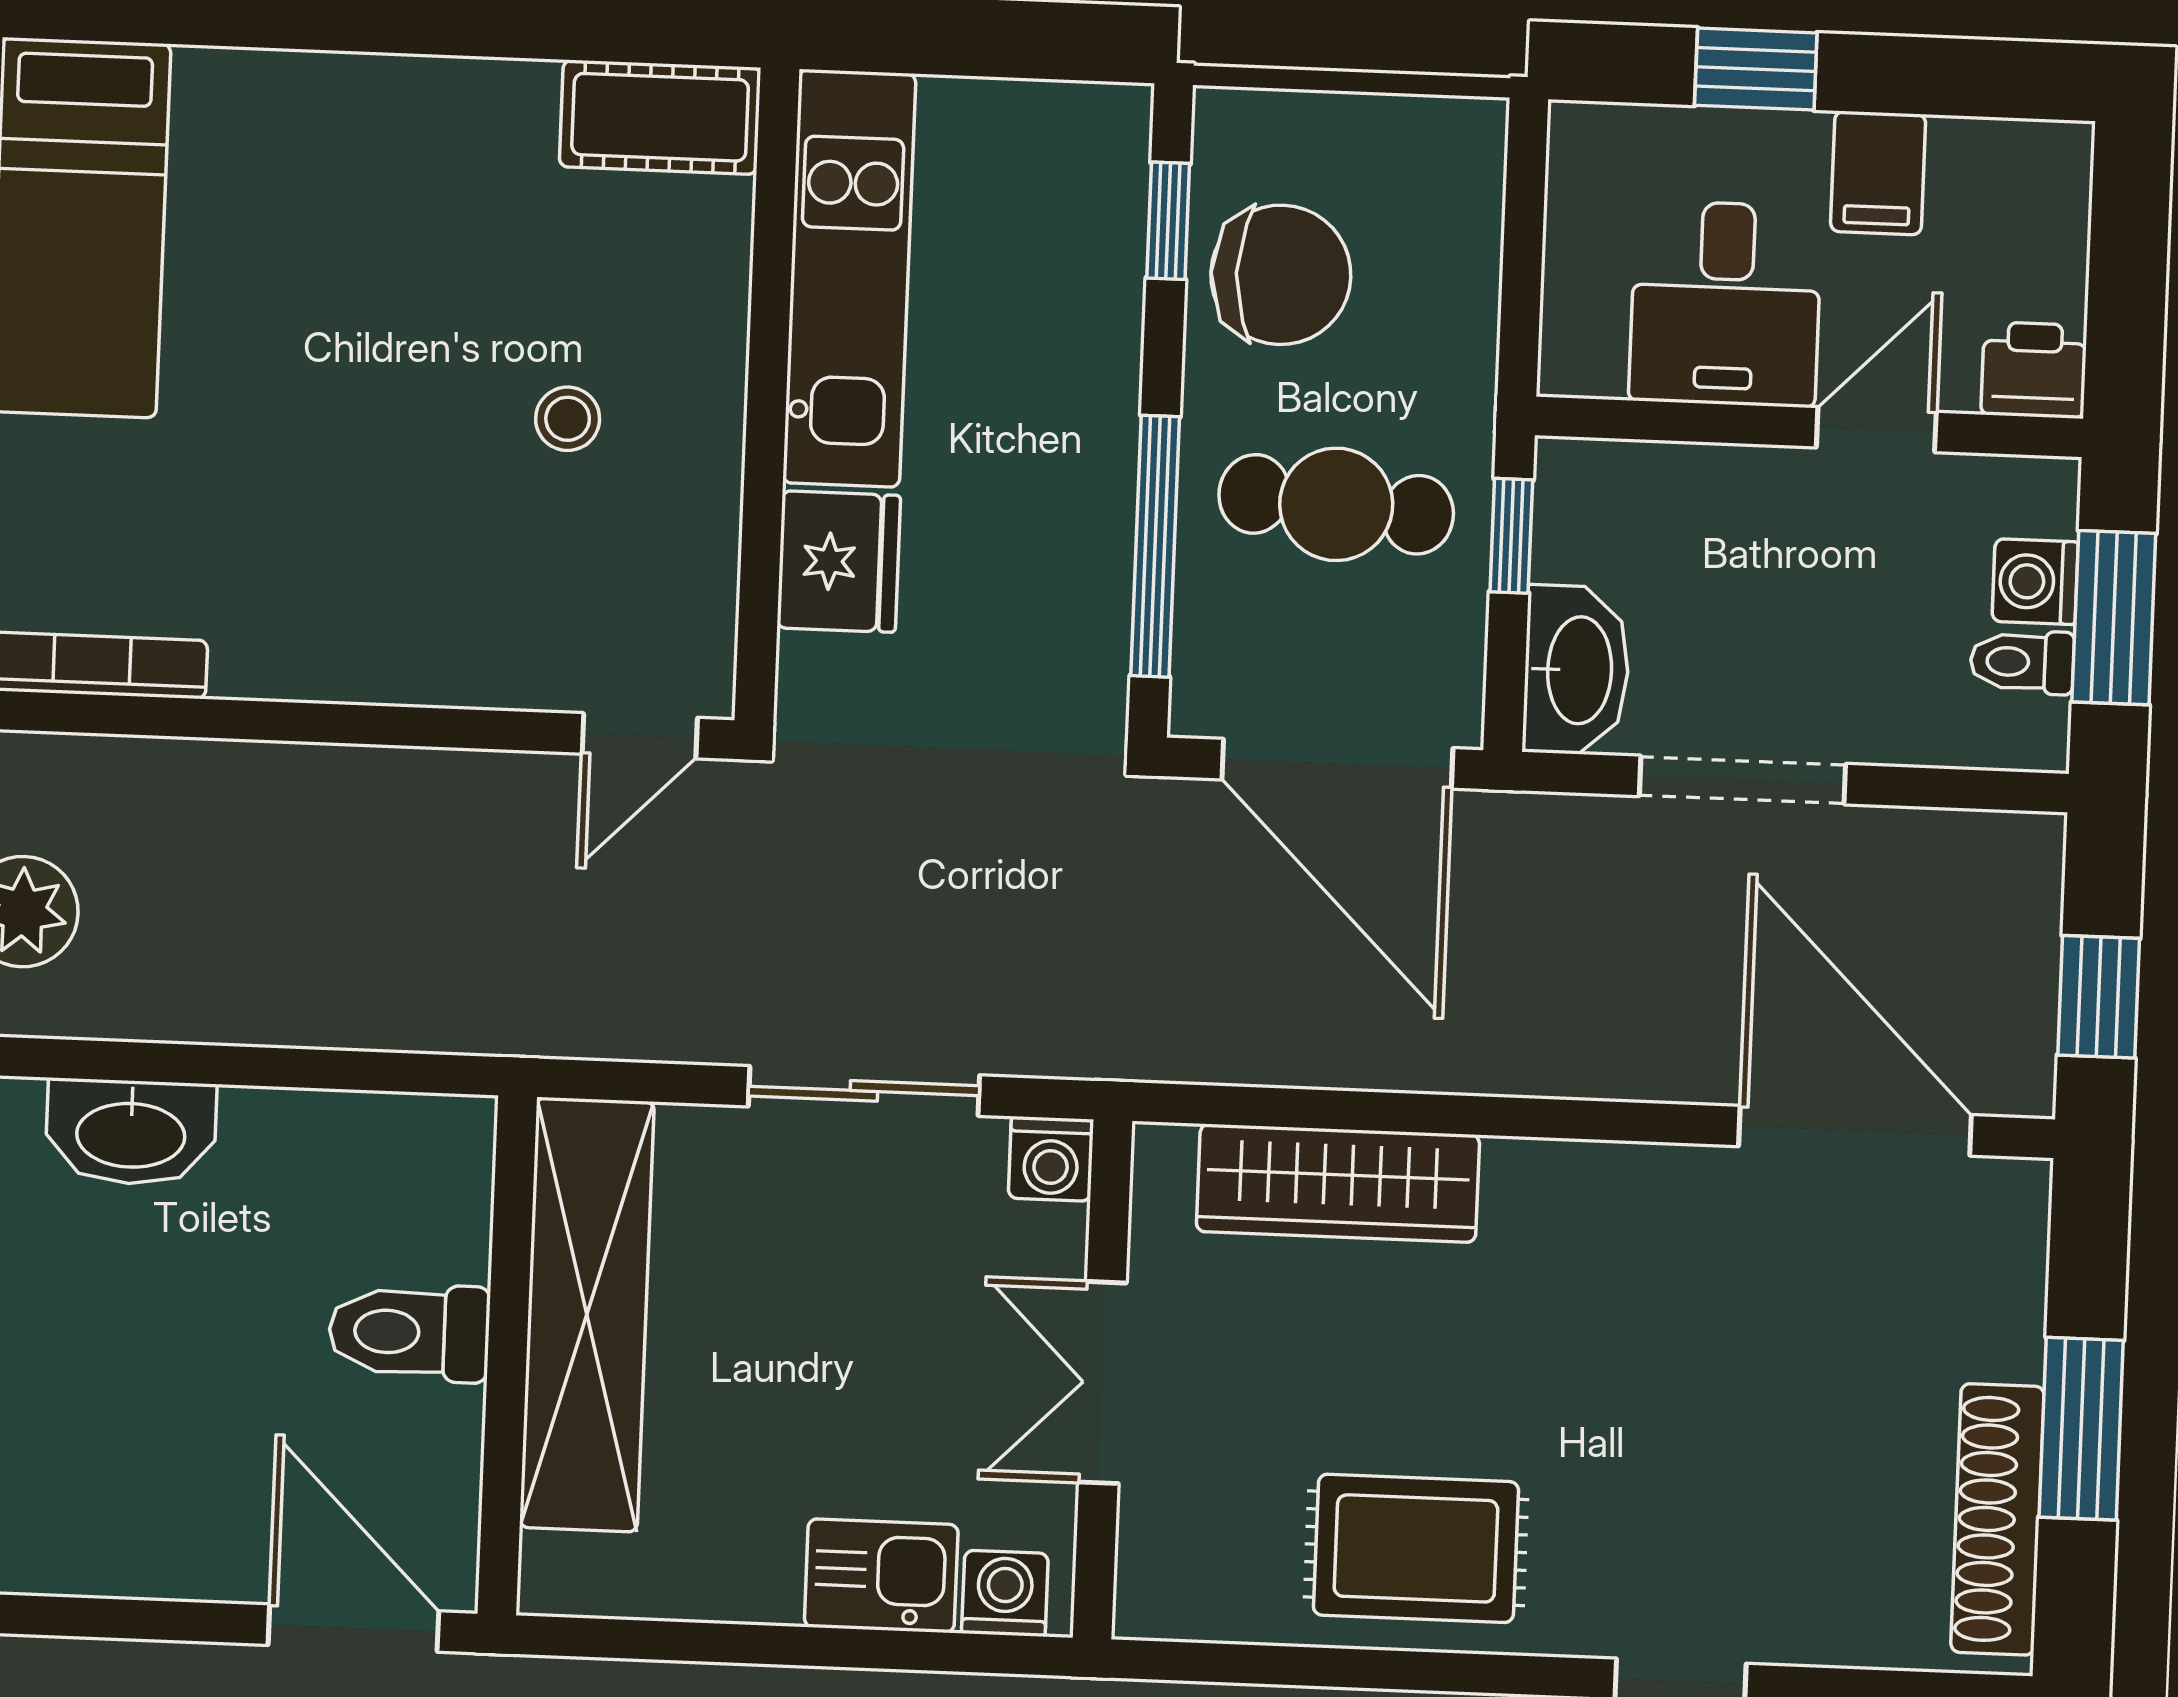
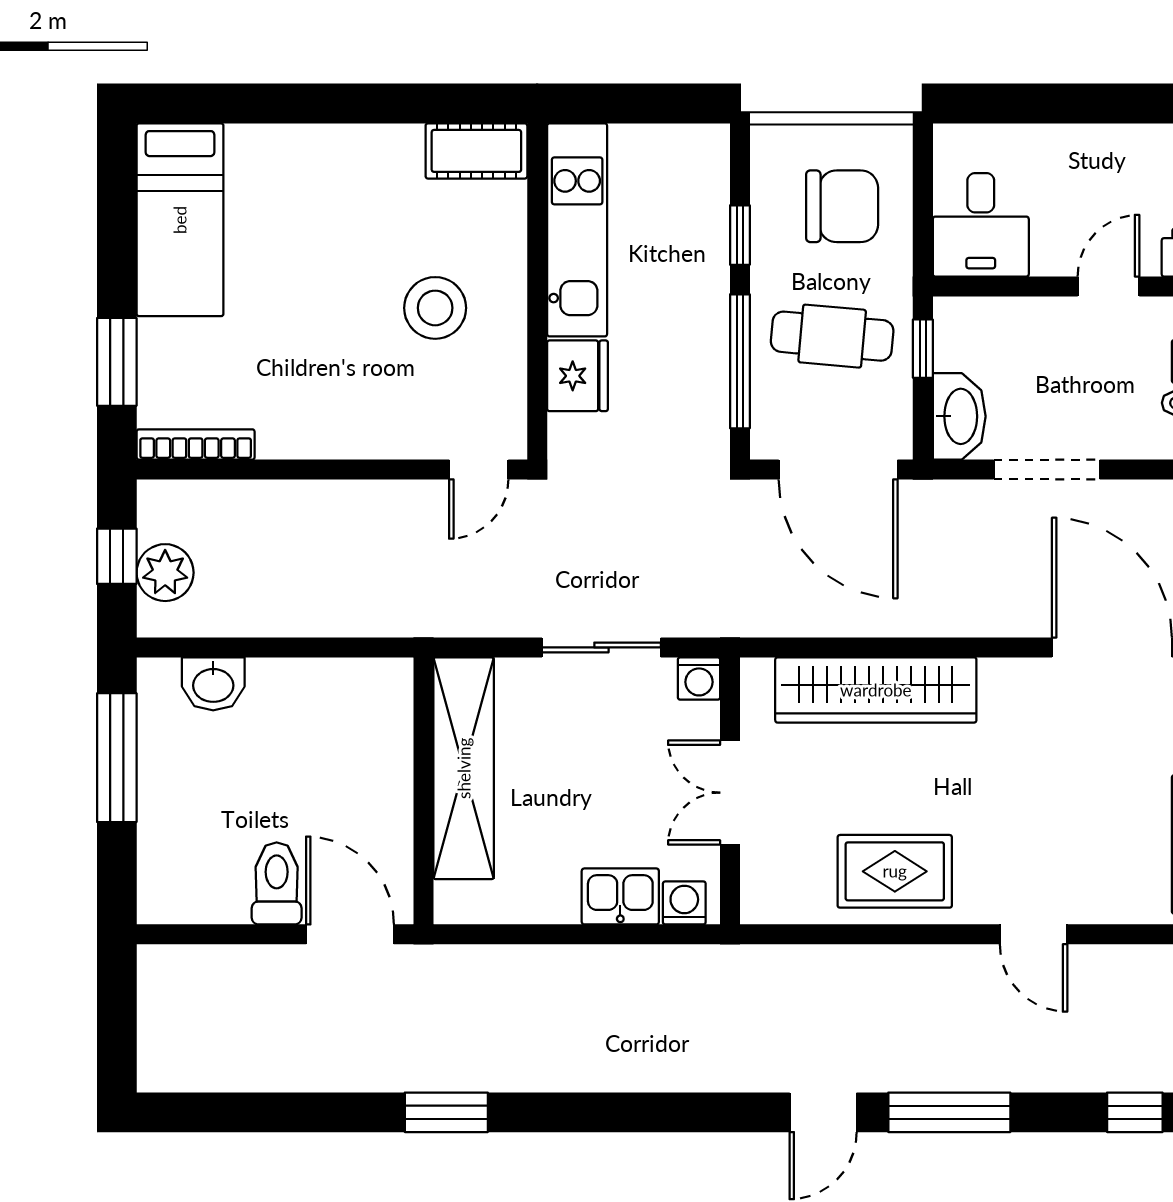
window: (1756, 69) -> (1039, 104), removed
filing cabinet: (1878, 173) -> (1104, 154), removed
window: (1168, 221) -> (740, 235), moved
chair: (1281, 275) -> (842, 206), moved
desk: (1726, 304) -> (981, 225), moved
stool: (568, 419) -> (435, 308), width x1.89, depth x1.89
washbasin: (131, 1132) -> (213, 684), width x0.72
wardrobe: (1338, 1183) -> (876, 690), width x1.40, depth x1.17
toilet: (409, 1332) -> (277, 883), moved, turned 90

